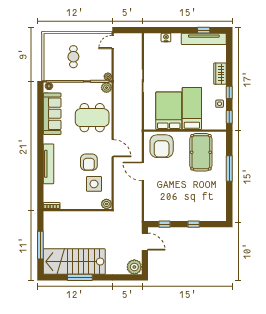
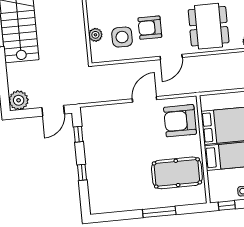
plant: (106, 204) -> (95, 35), moved

